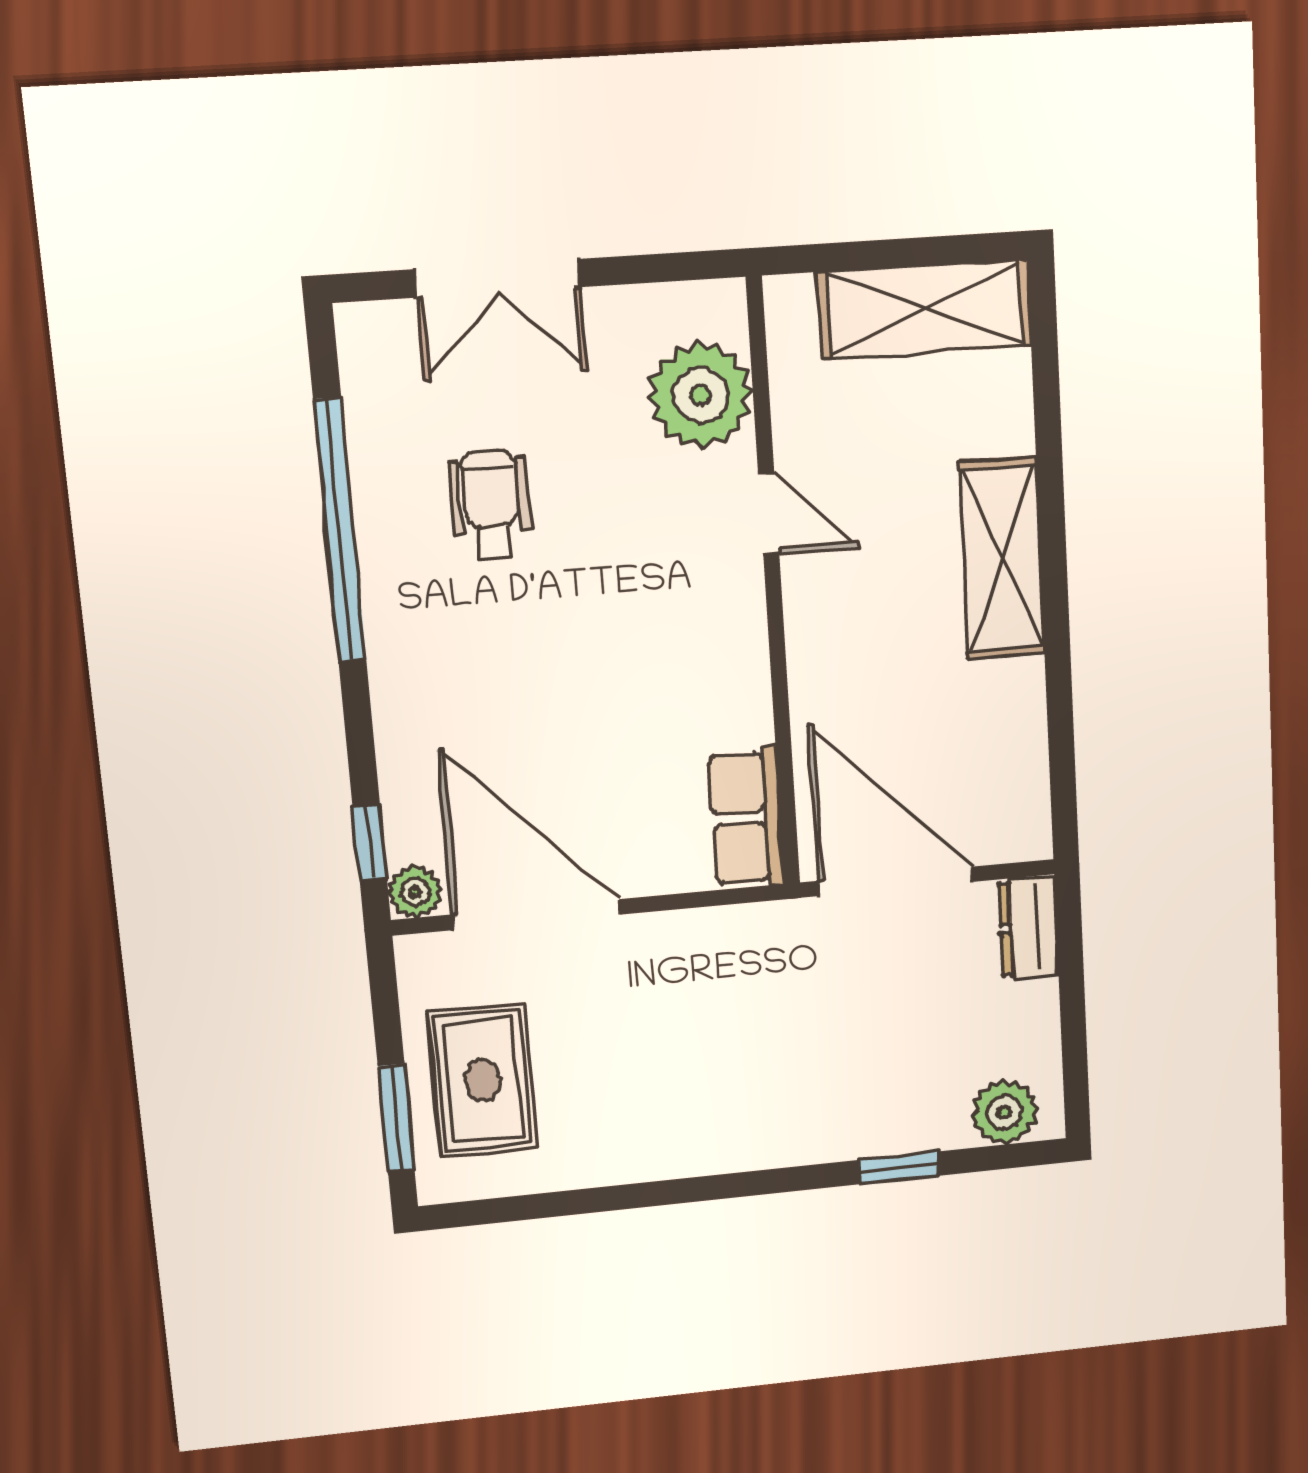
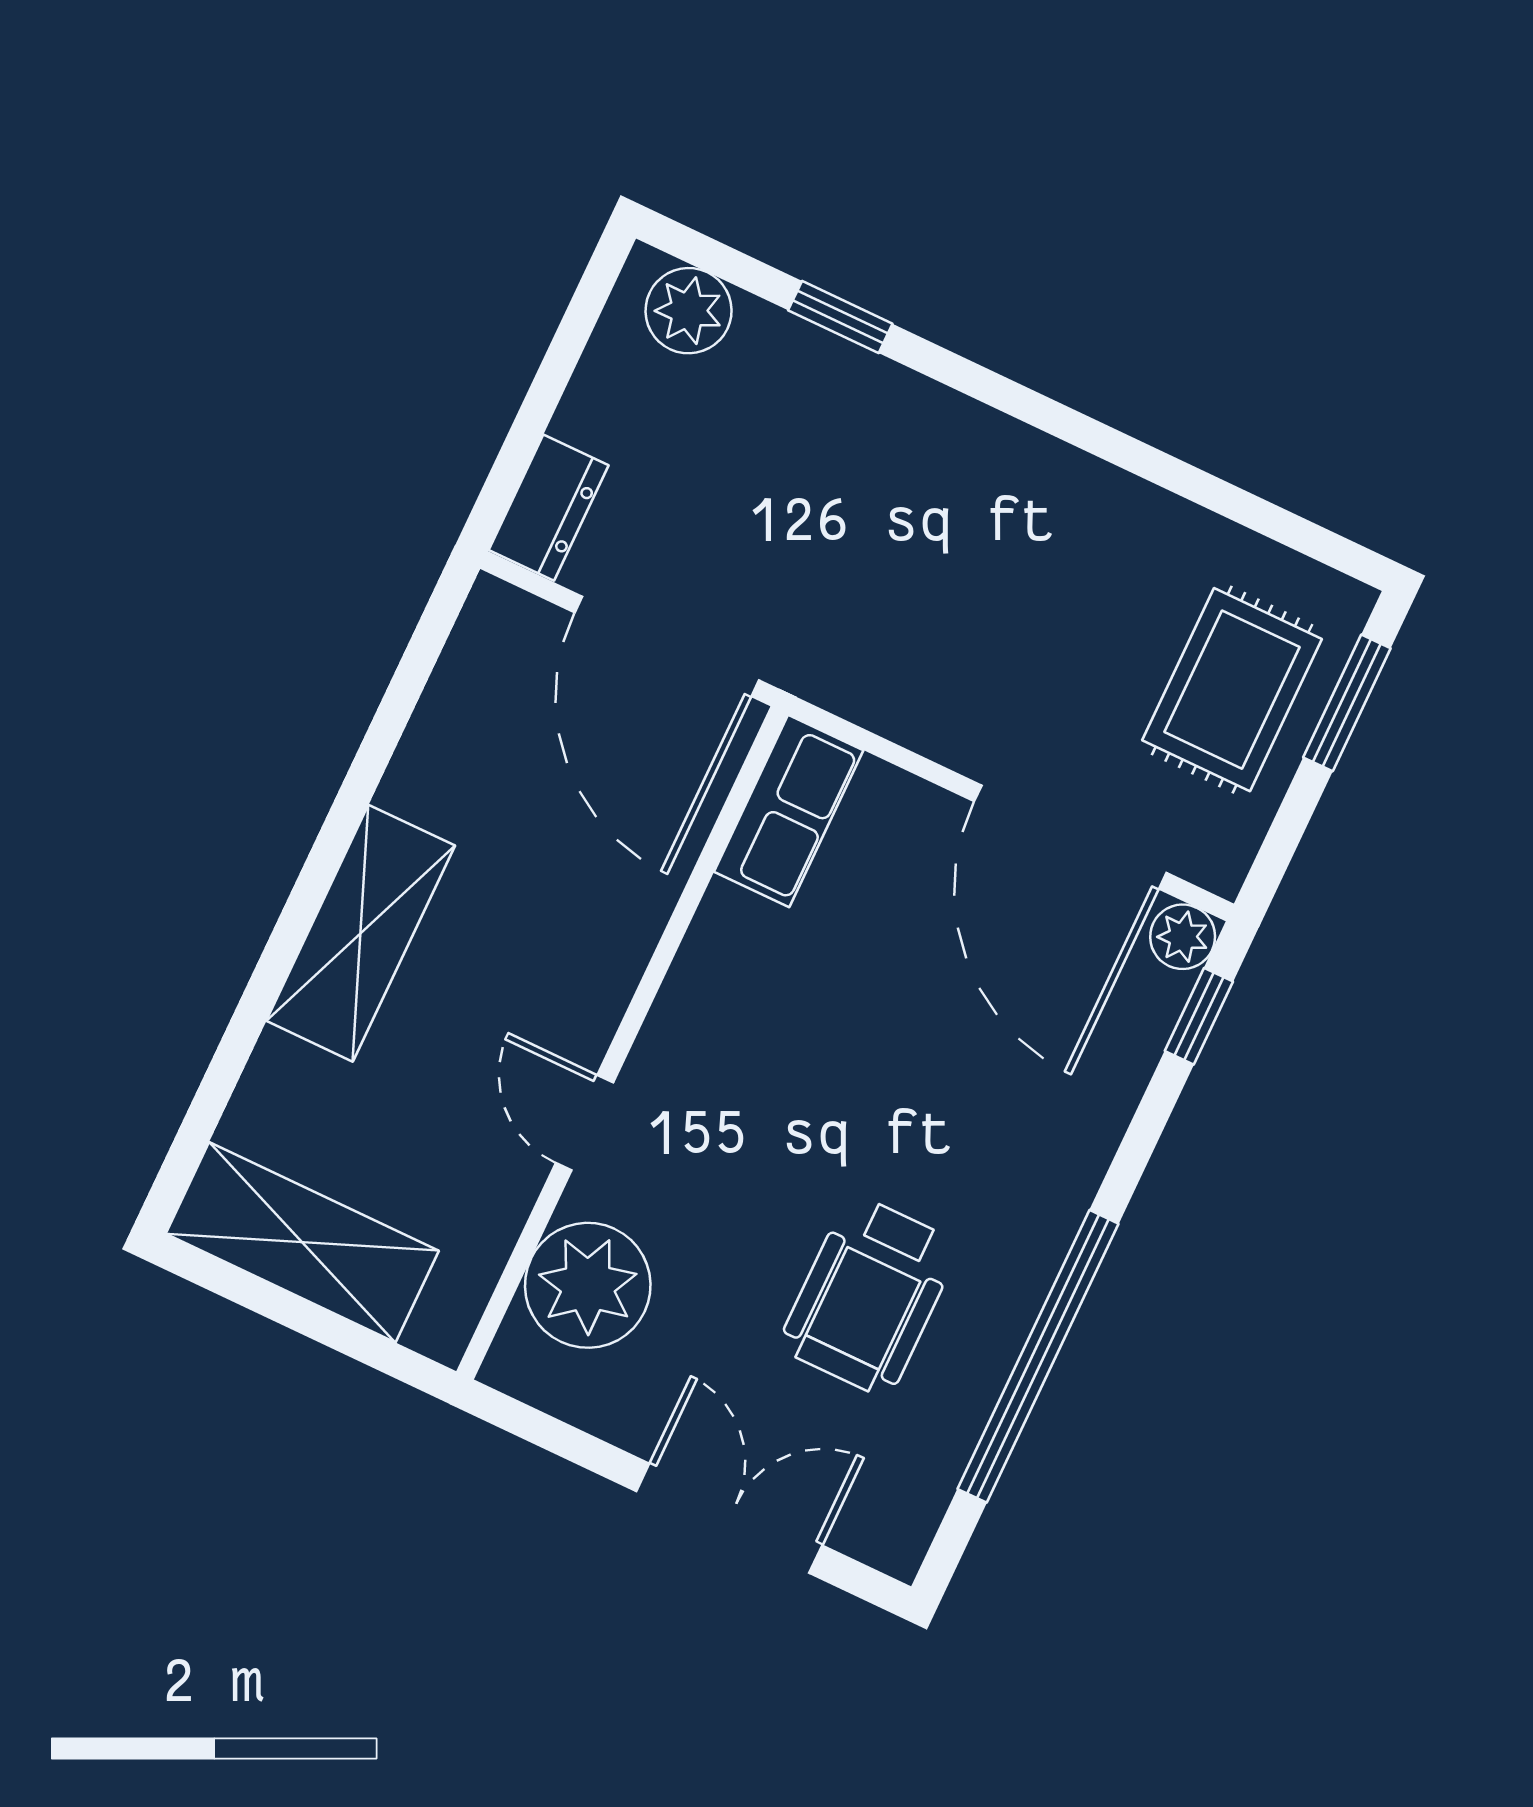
wheelchair: (490, 505) -> (869, 1296), width x1.36, depth x1.37

